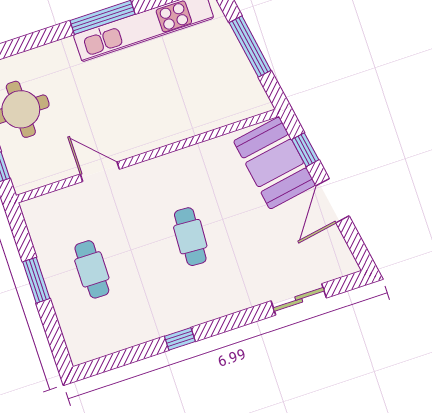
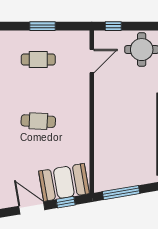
window: (250, 46) -> (121, 193), moved
door: (100, 172) -> (92, 61), moved

